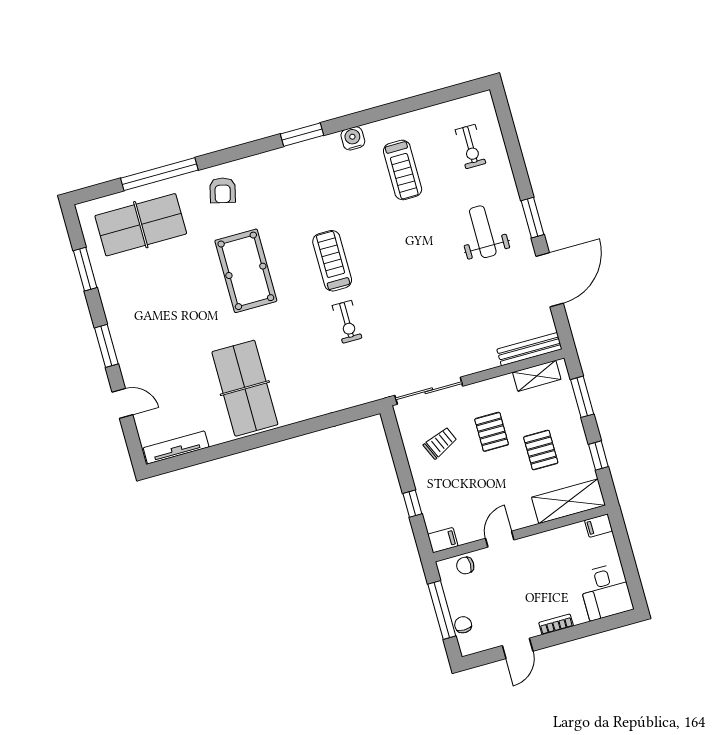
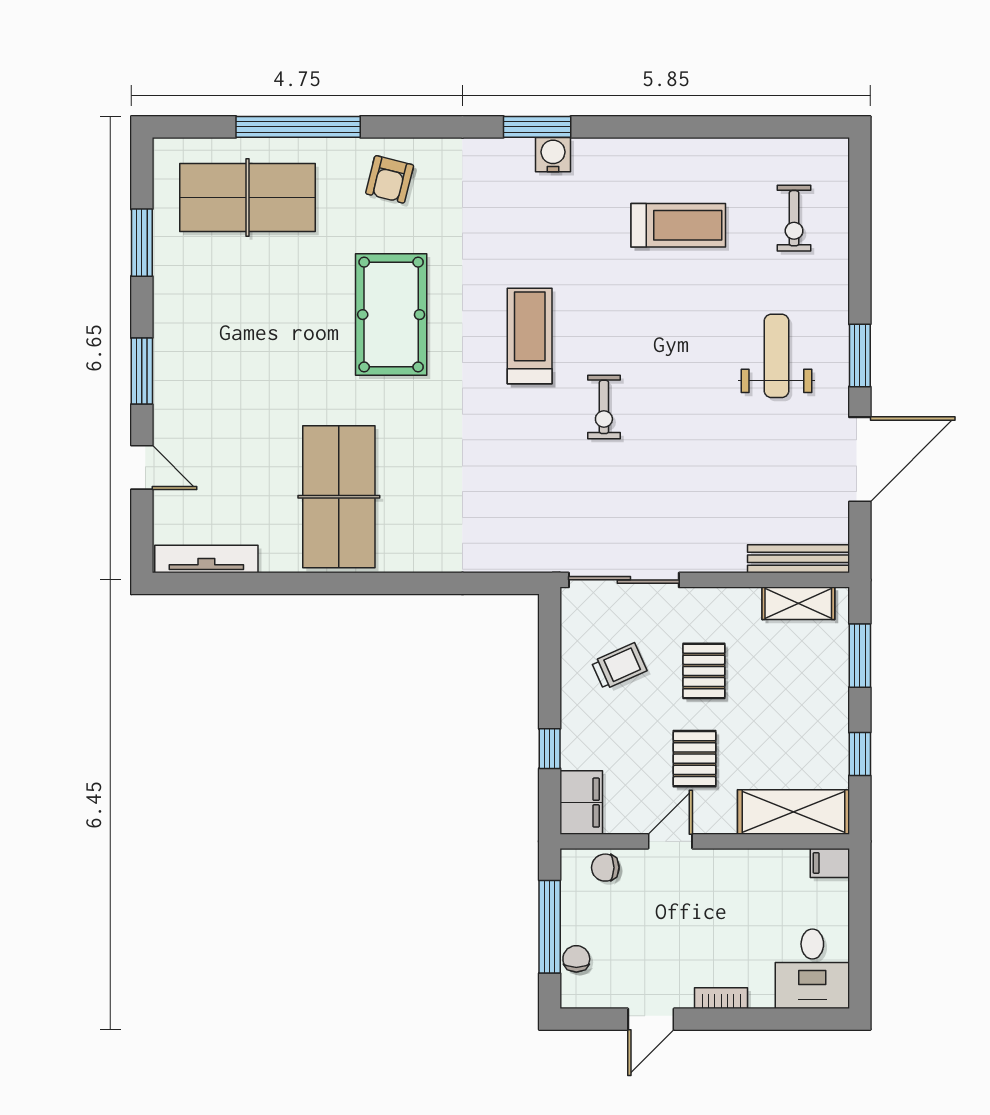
water cooler: (353, 138) -> (553, 155), moved
treadmill: (403, 170) -> (678, 225), turned -90
exercise bike: (347, 322) -> (604, 407), moved
pallet: (541, 450) -> (695, 759), moved
filing cabinet: (443, 540) -> (581, 803), width x2.00

